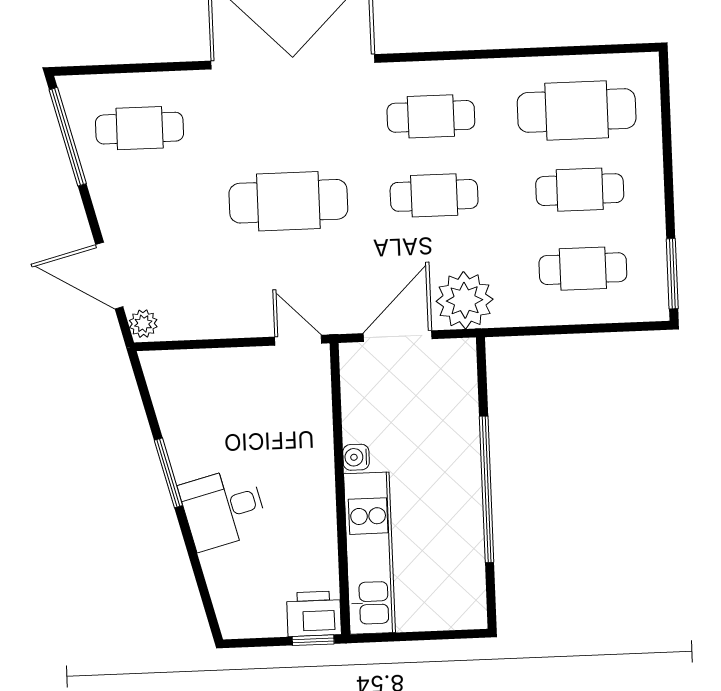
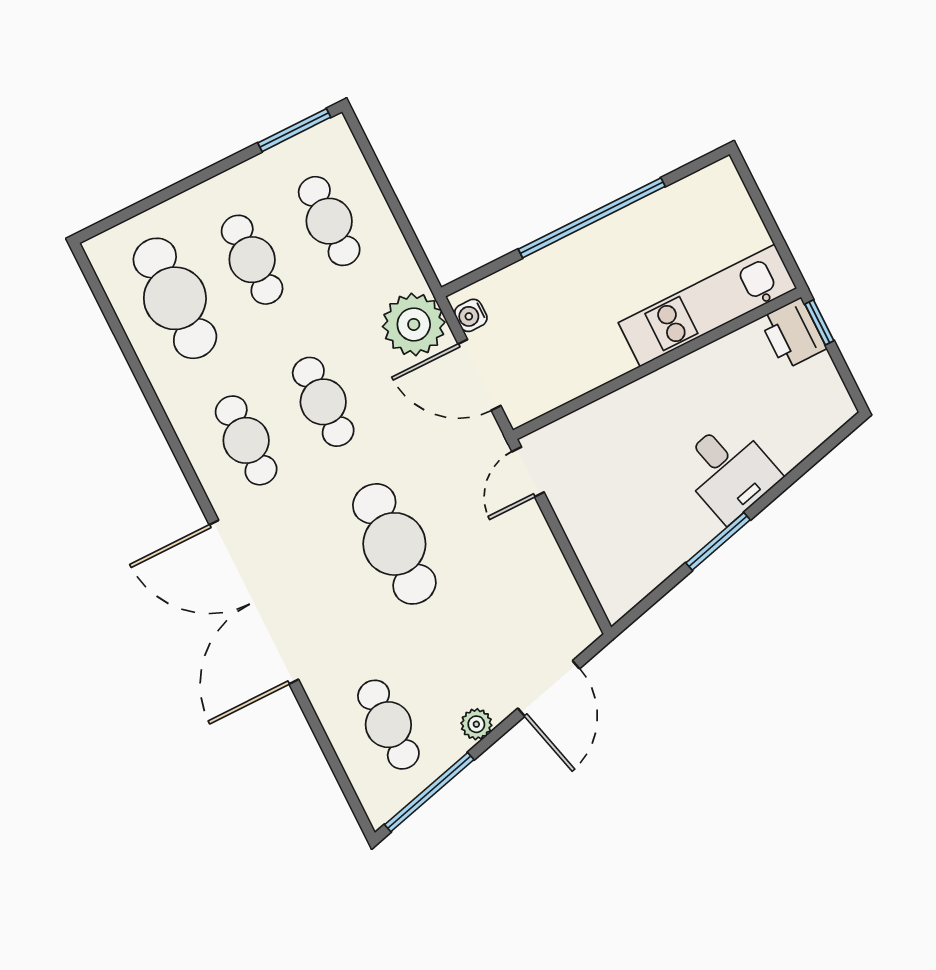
plant: (143, 324) -> (476, 724), moved
water cooler: (356, 457) -> (471, 315), moved, turned 90

